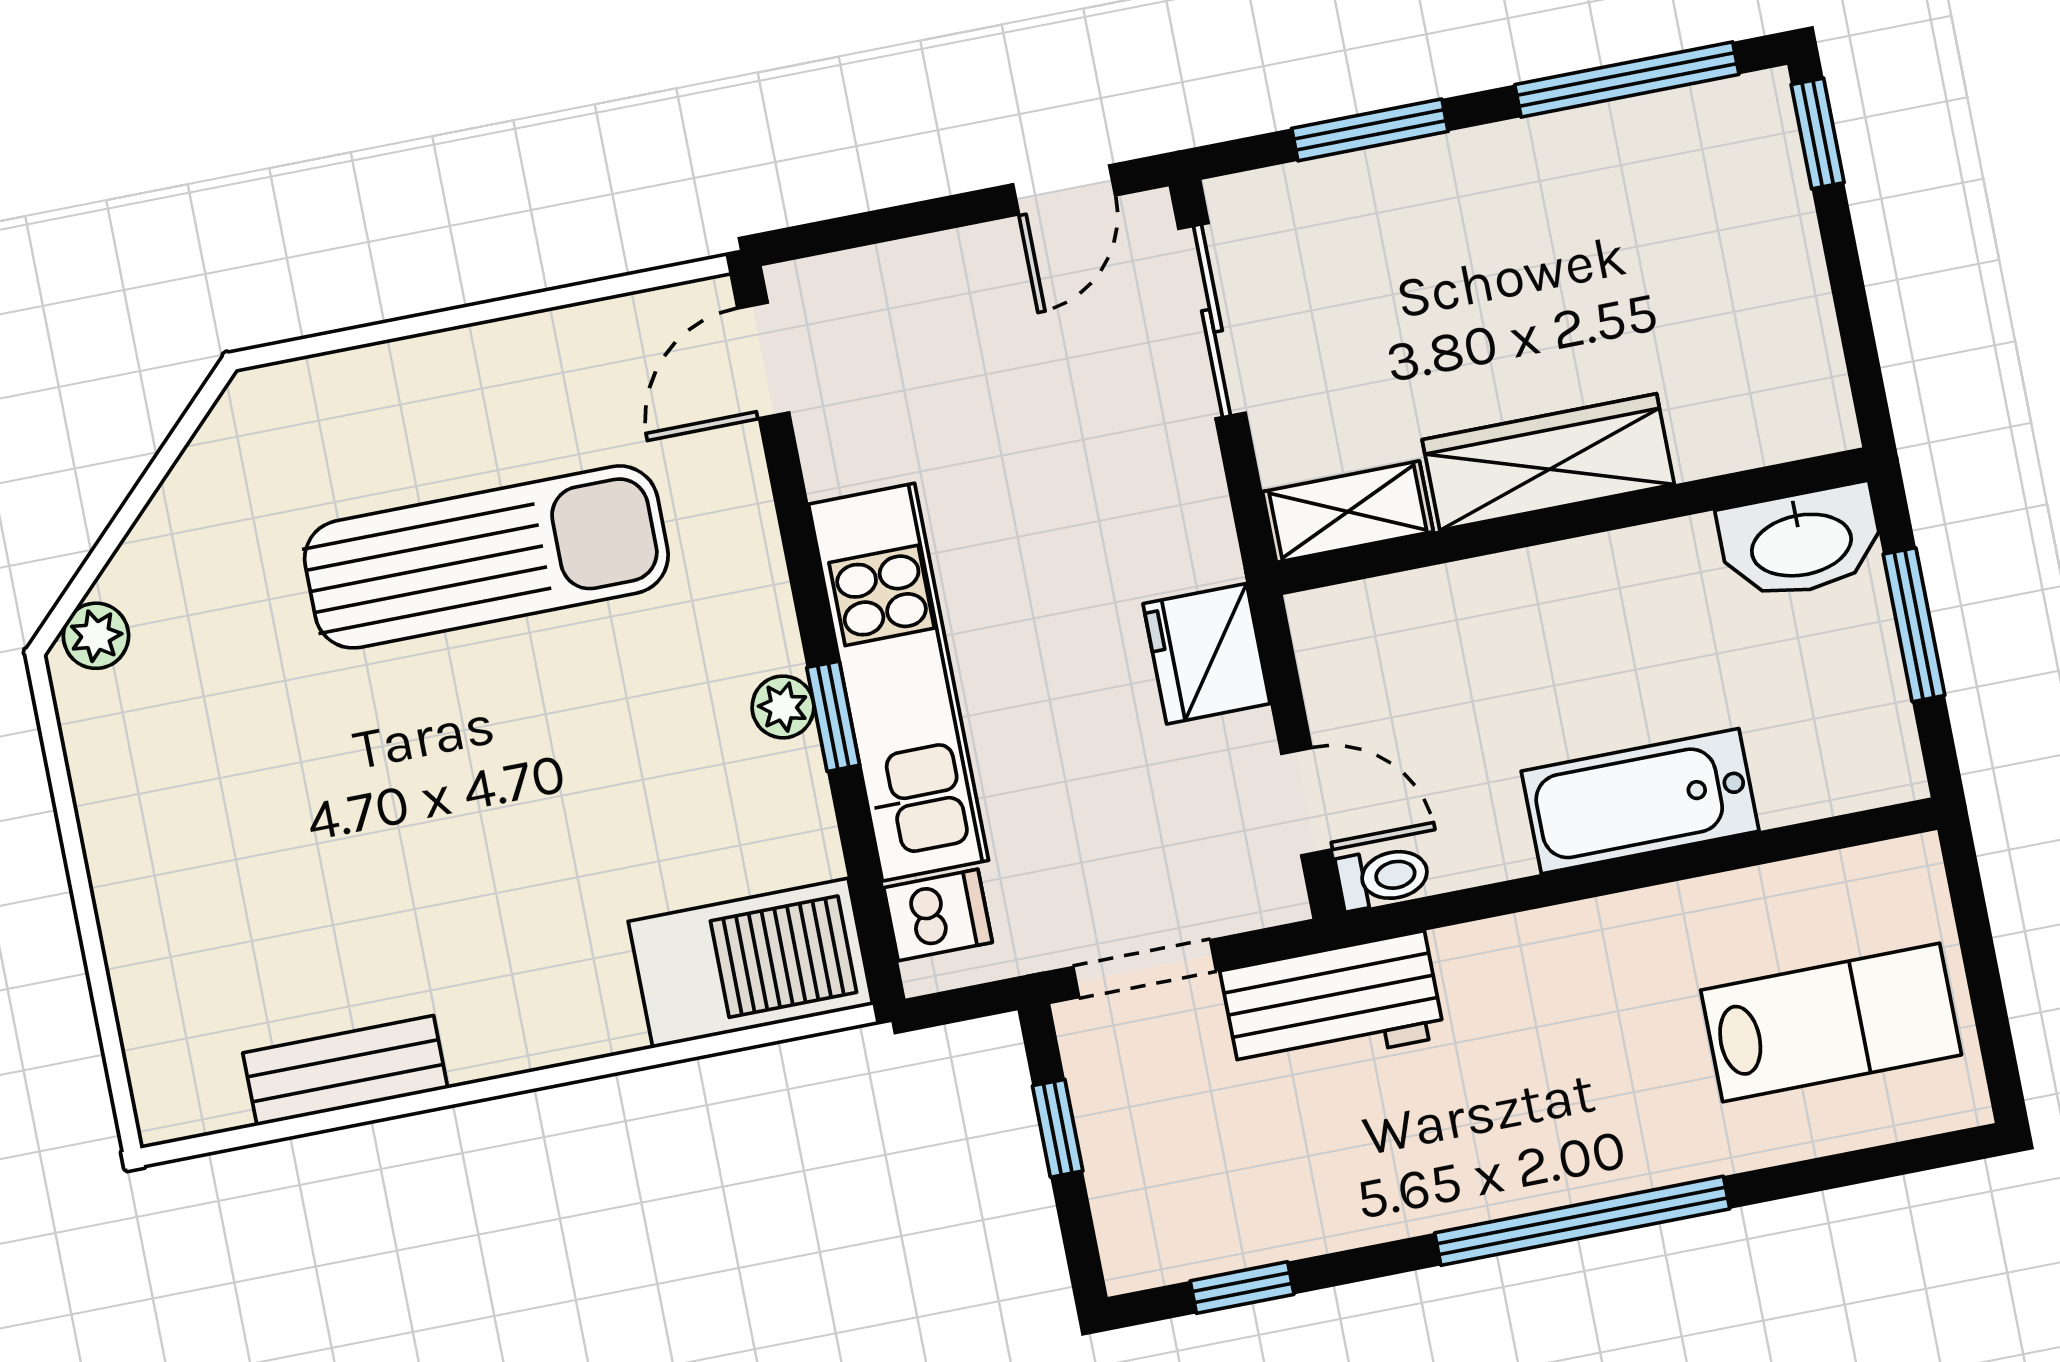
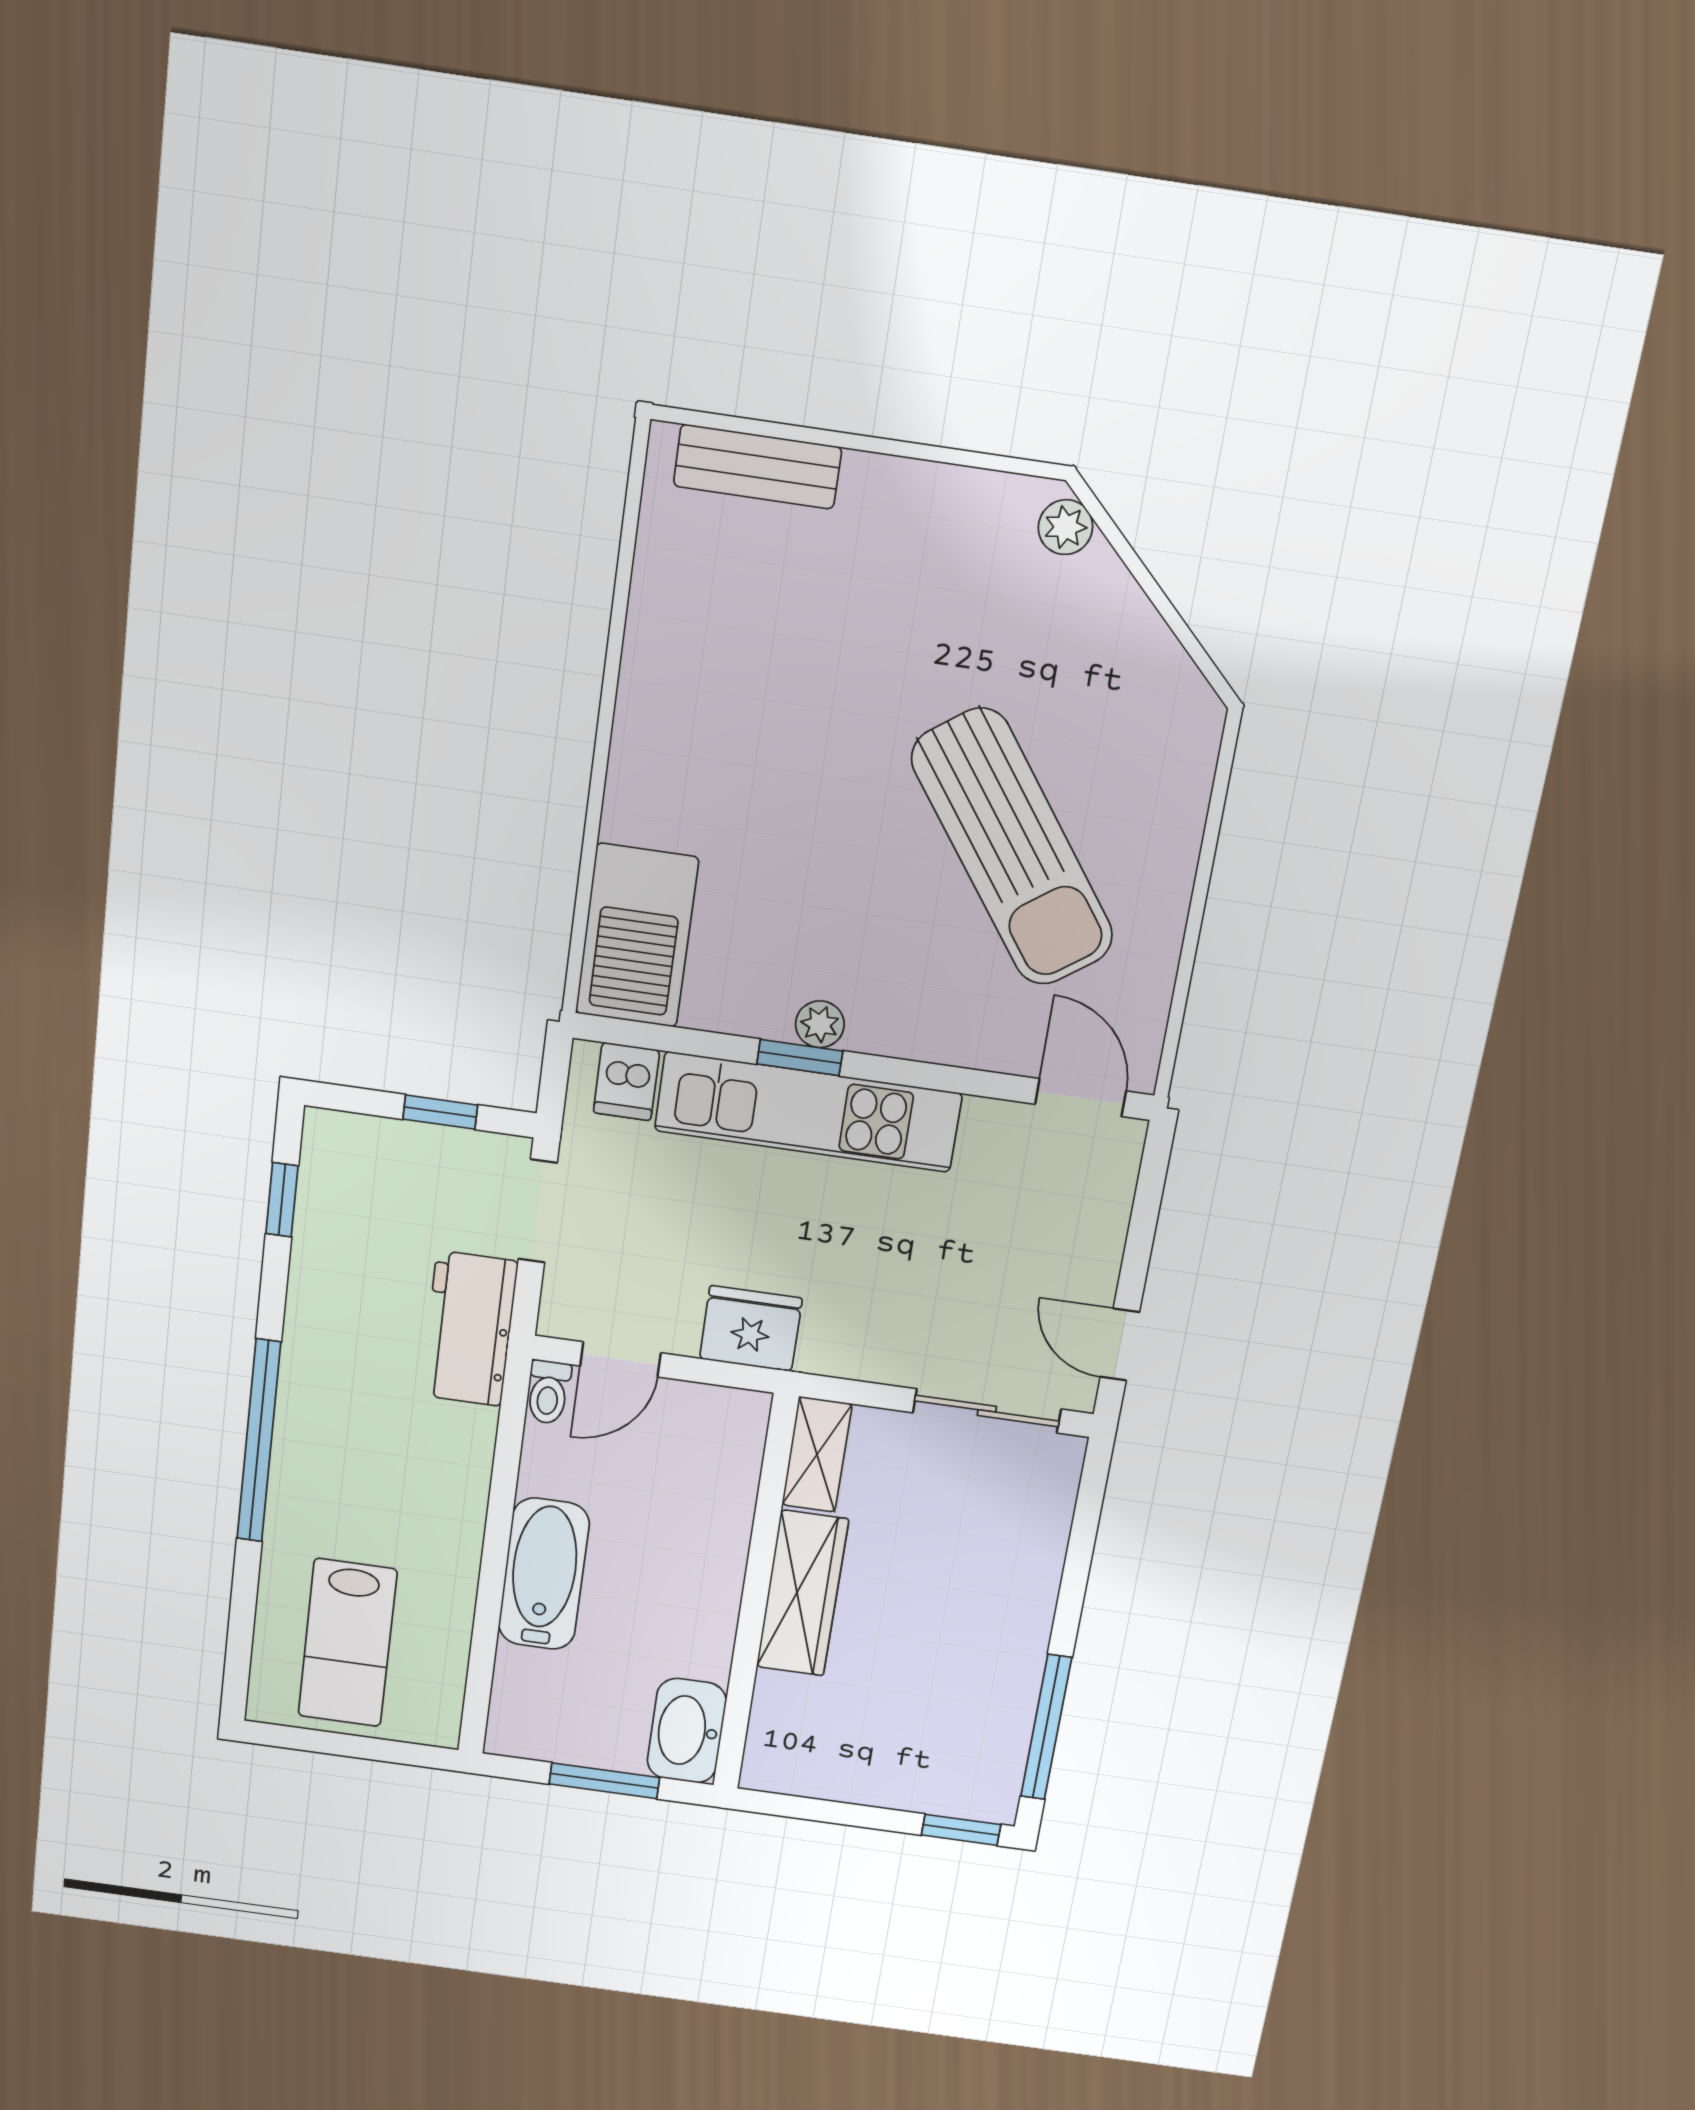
window: (1370, 130) -> (1079, 1557), removed
sun lounger: (486, 557) -> (1013, 848), turned -36
bench: (345, 1071) -> (757, 467), moved, turned 90

